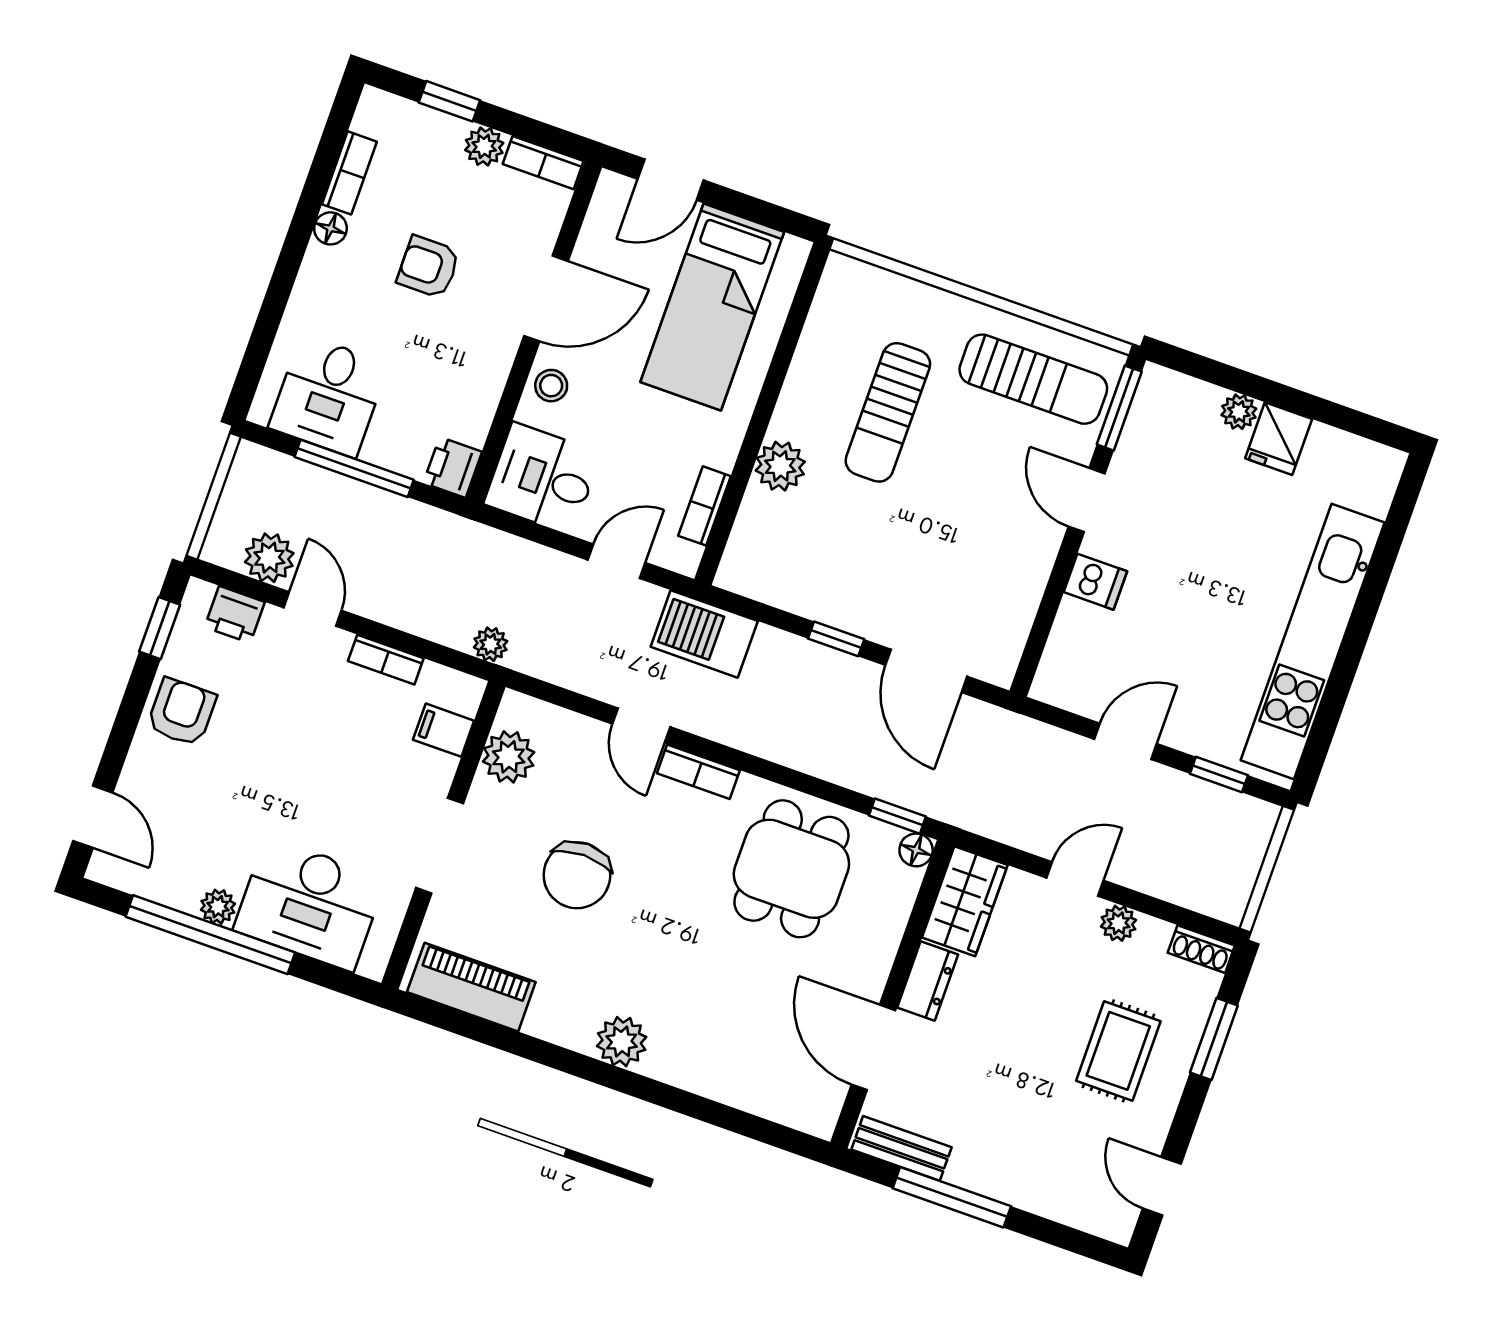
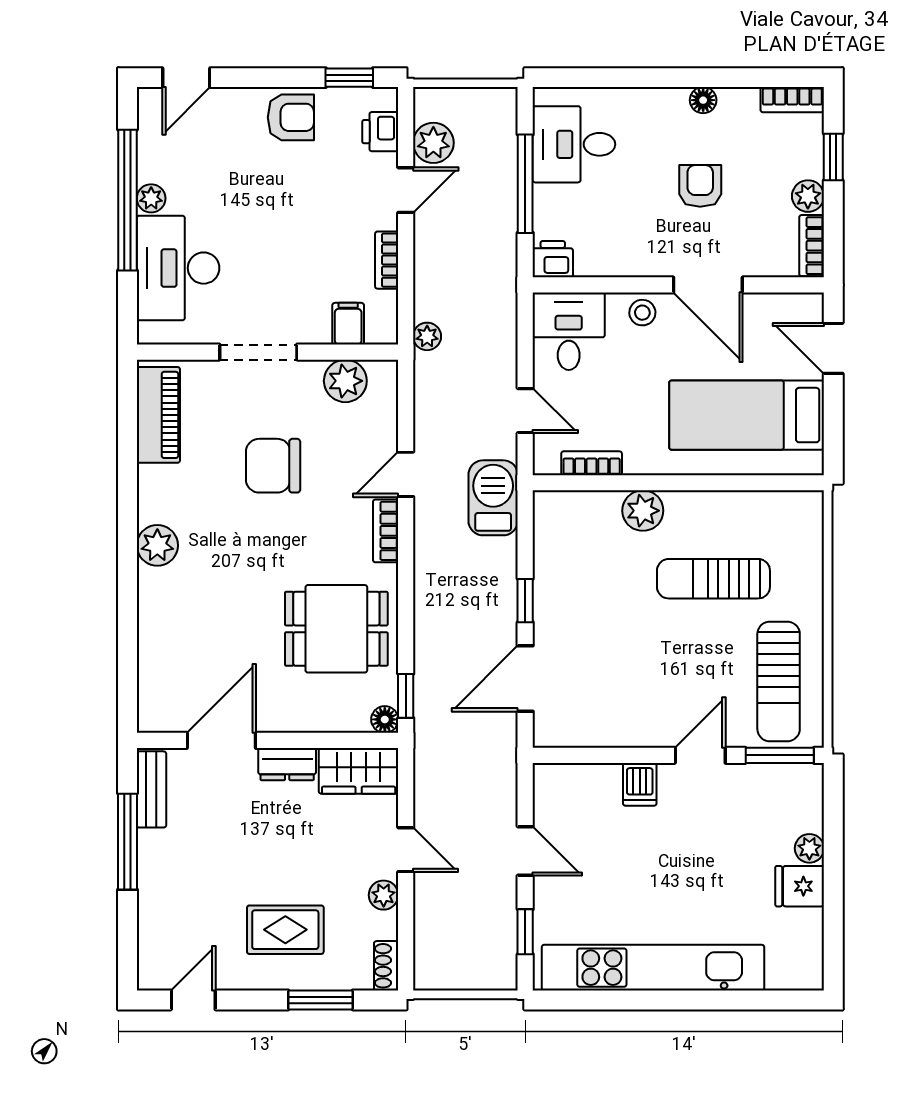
bookcase: (349, 173) -> (792, 100), moved

